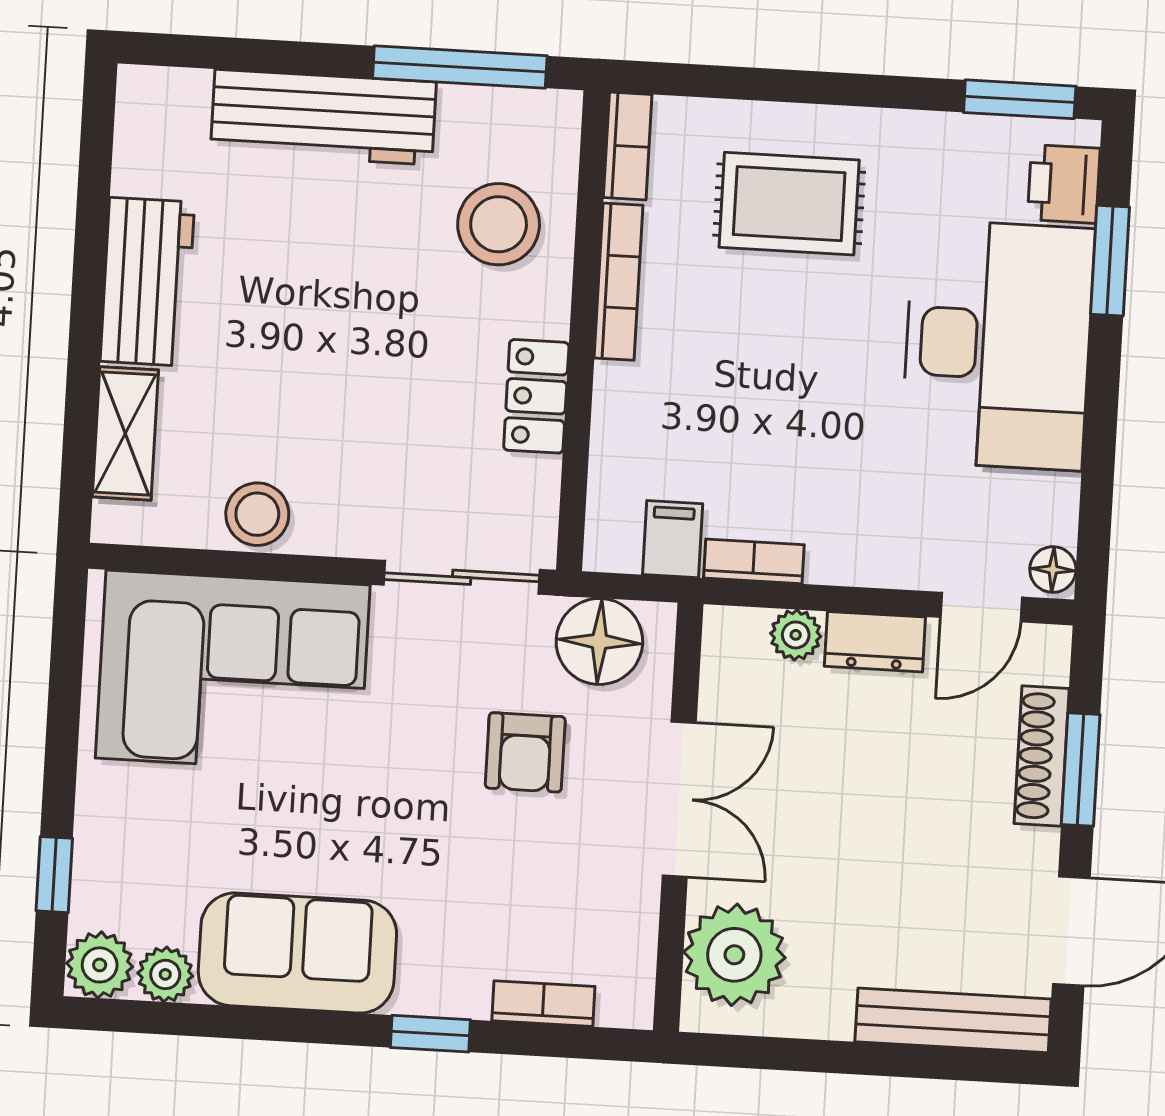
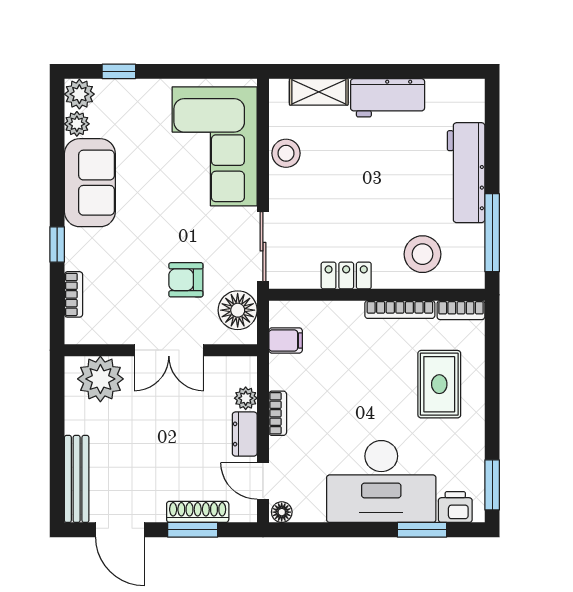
bookcase: (754, 561) -> (278, 413), moved

